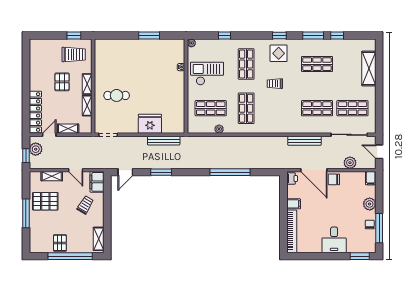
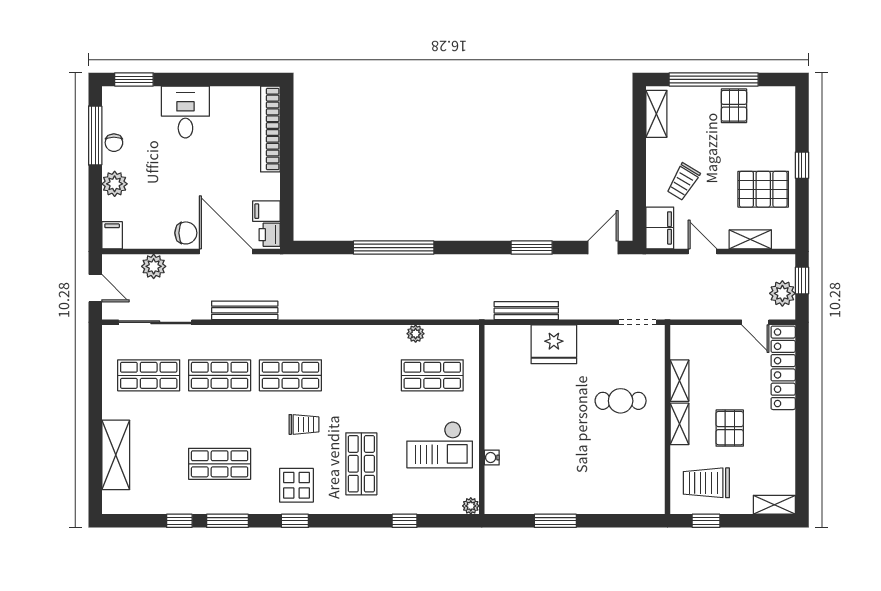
shop shelf: (246, 108) -> (290, 375), moved, turned 90
shelving: (68, 129) -> (774, 505), moved
door: (49, 135) -> (755, 322), hinge flipped
filing cabinet: (294, 204) -> (266, 211), moved
window: (26, 213) -> (802, 165), width x0.46

